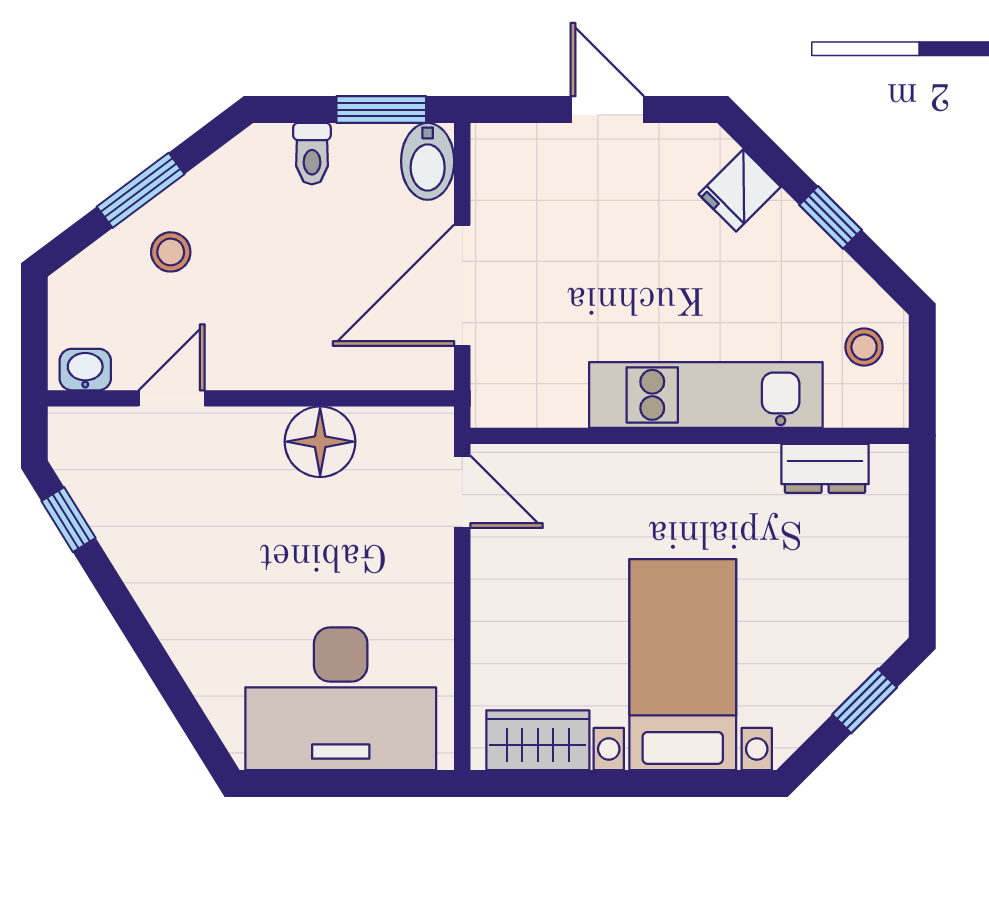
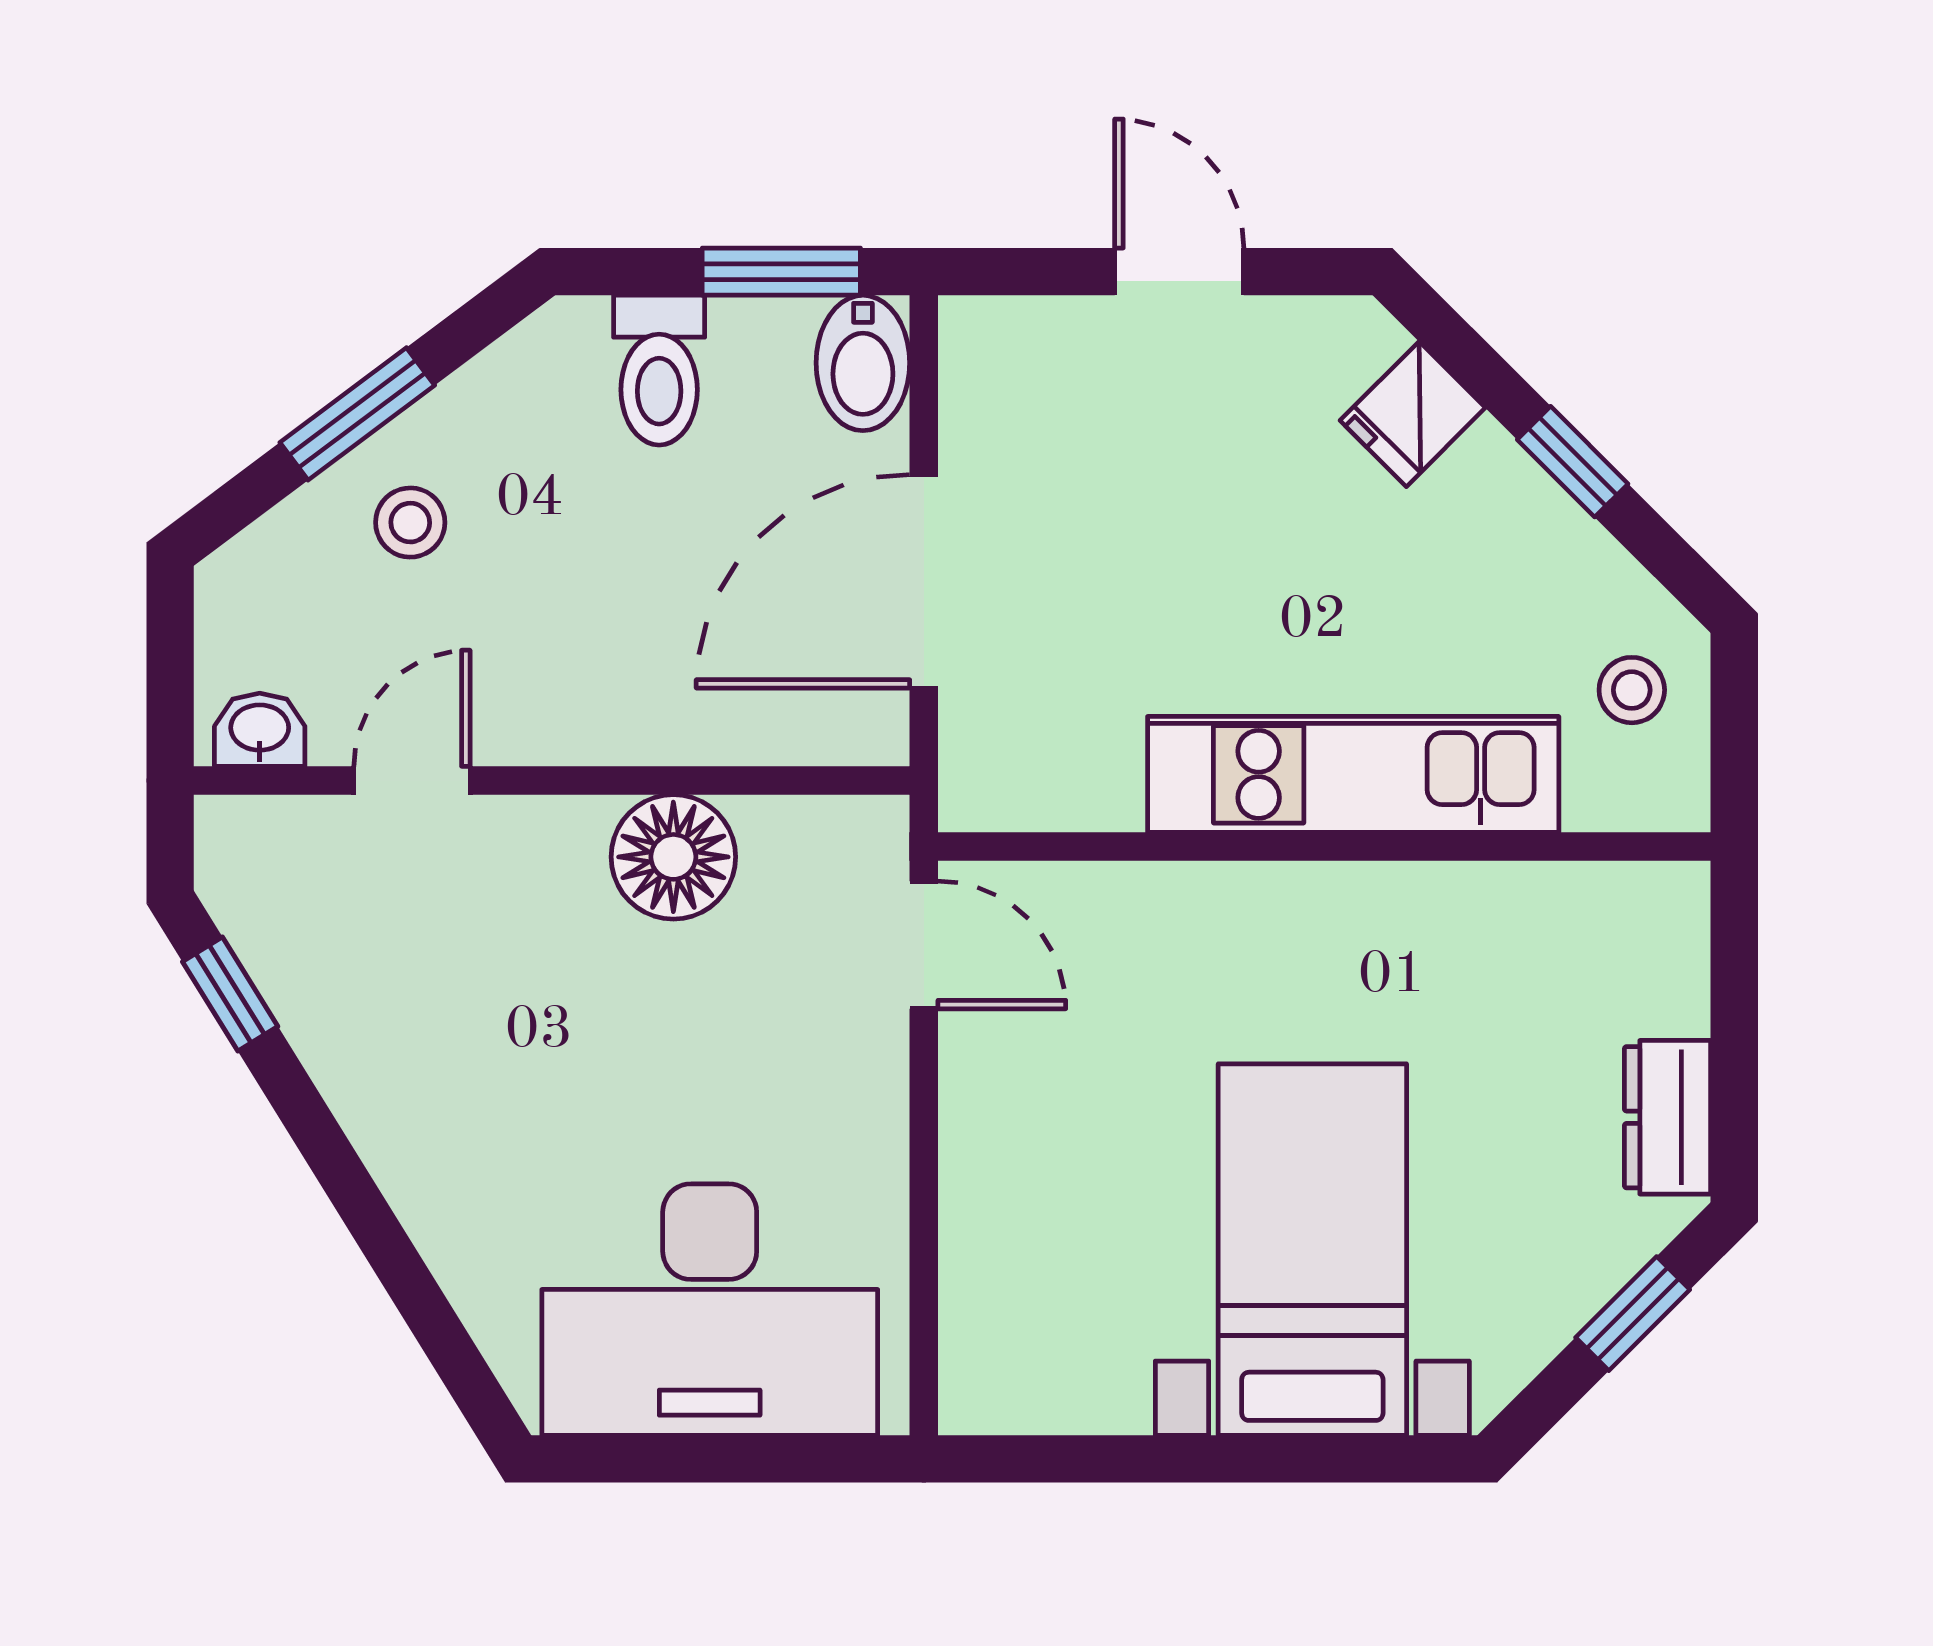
toilet: (312, 154) -> (659, 370), width x1.37, depth x1.39
dresser: (825, 468) -> (1667, 1117), moved, turned 90
wardrobe: (538, 740) -> (1057, 1383), removed

